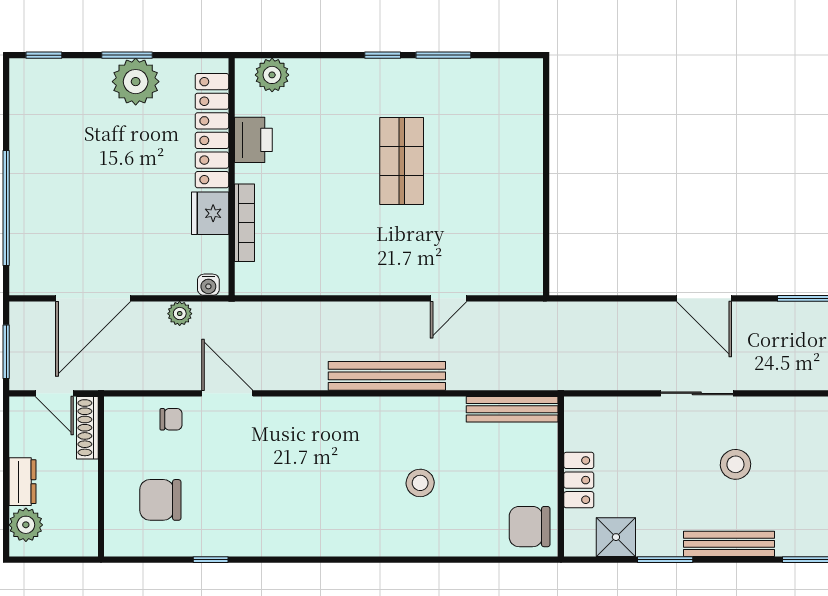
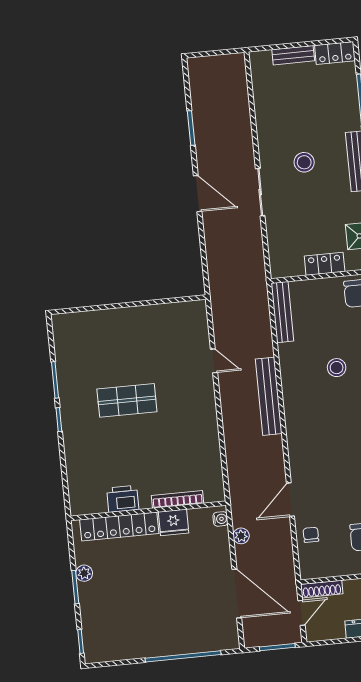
plant: (272, 75) -> (79, 491), removed
plant: (136, 82) -> (84, 573), width x0.53, depth x0.53
door: (704, 298) -> (198, 194), hinge flipped

